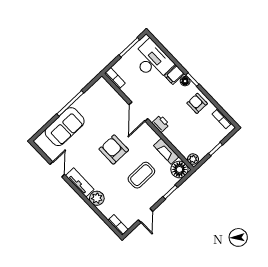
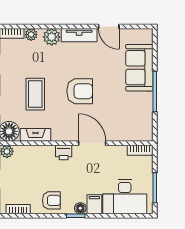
plant: (107, 212) -> (31, 35), added

